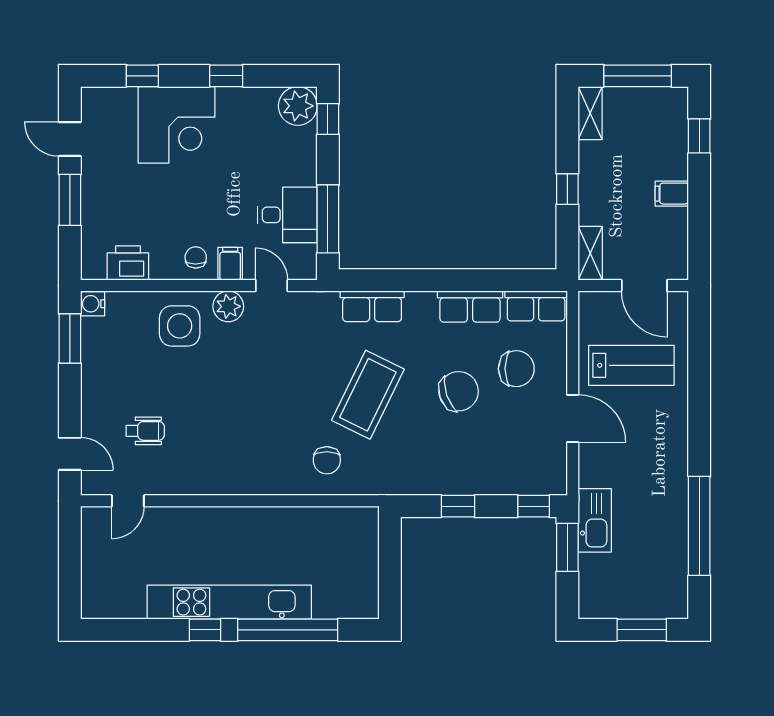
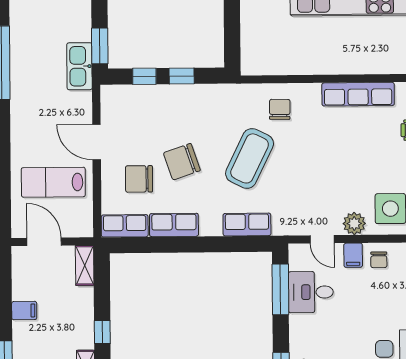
window: (567, 189) -> (102, 332), moved
row of seats: (222, 480) -> (358, 94), added
window: (534, 506) -> (144, 76), moved

